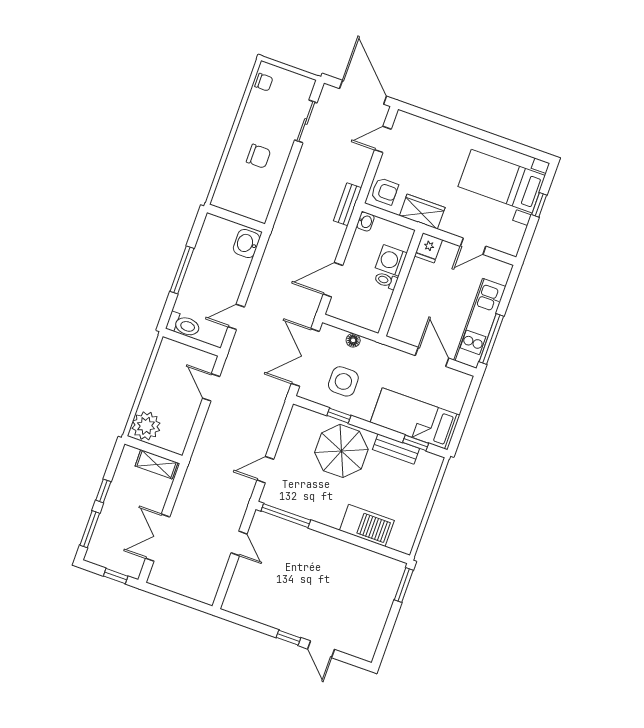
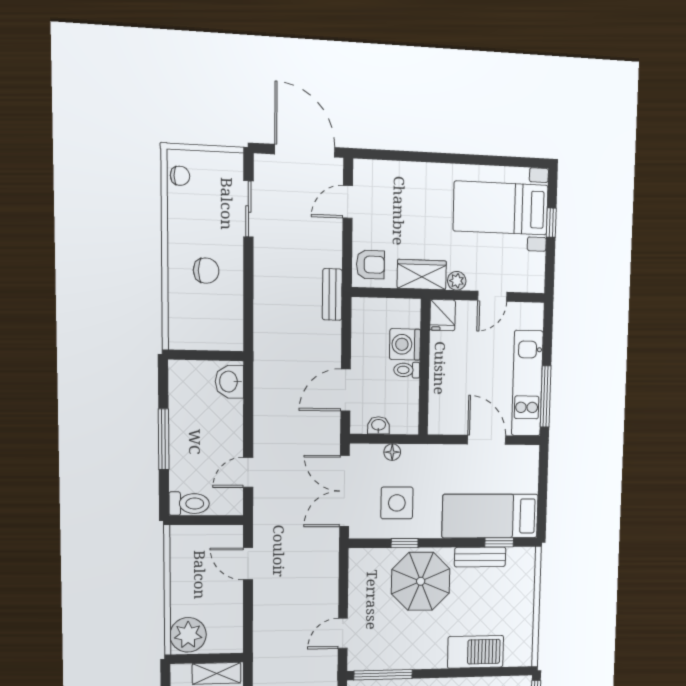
washbasin: (365, 222) -> (379, 425), moved, turned -90
plant: (448, 225) -> (457, 281), added

